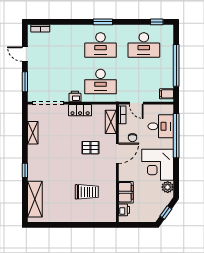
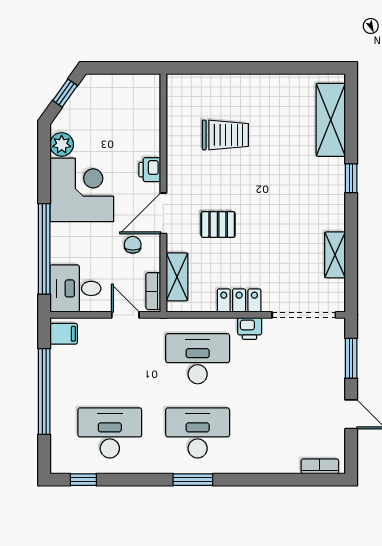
desk: (161, 126) -> (75, 288), moved
trolley: (87, 192) -> (225, 135), turned 180
filing cabinet: (126, 192) -> (146, 134), removed
printer: (124, 210) -> (150, 170), moved

